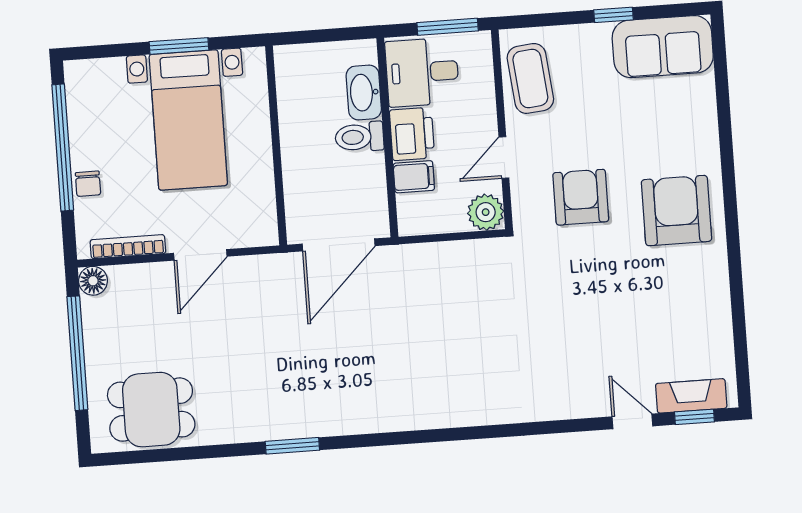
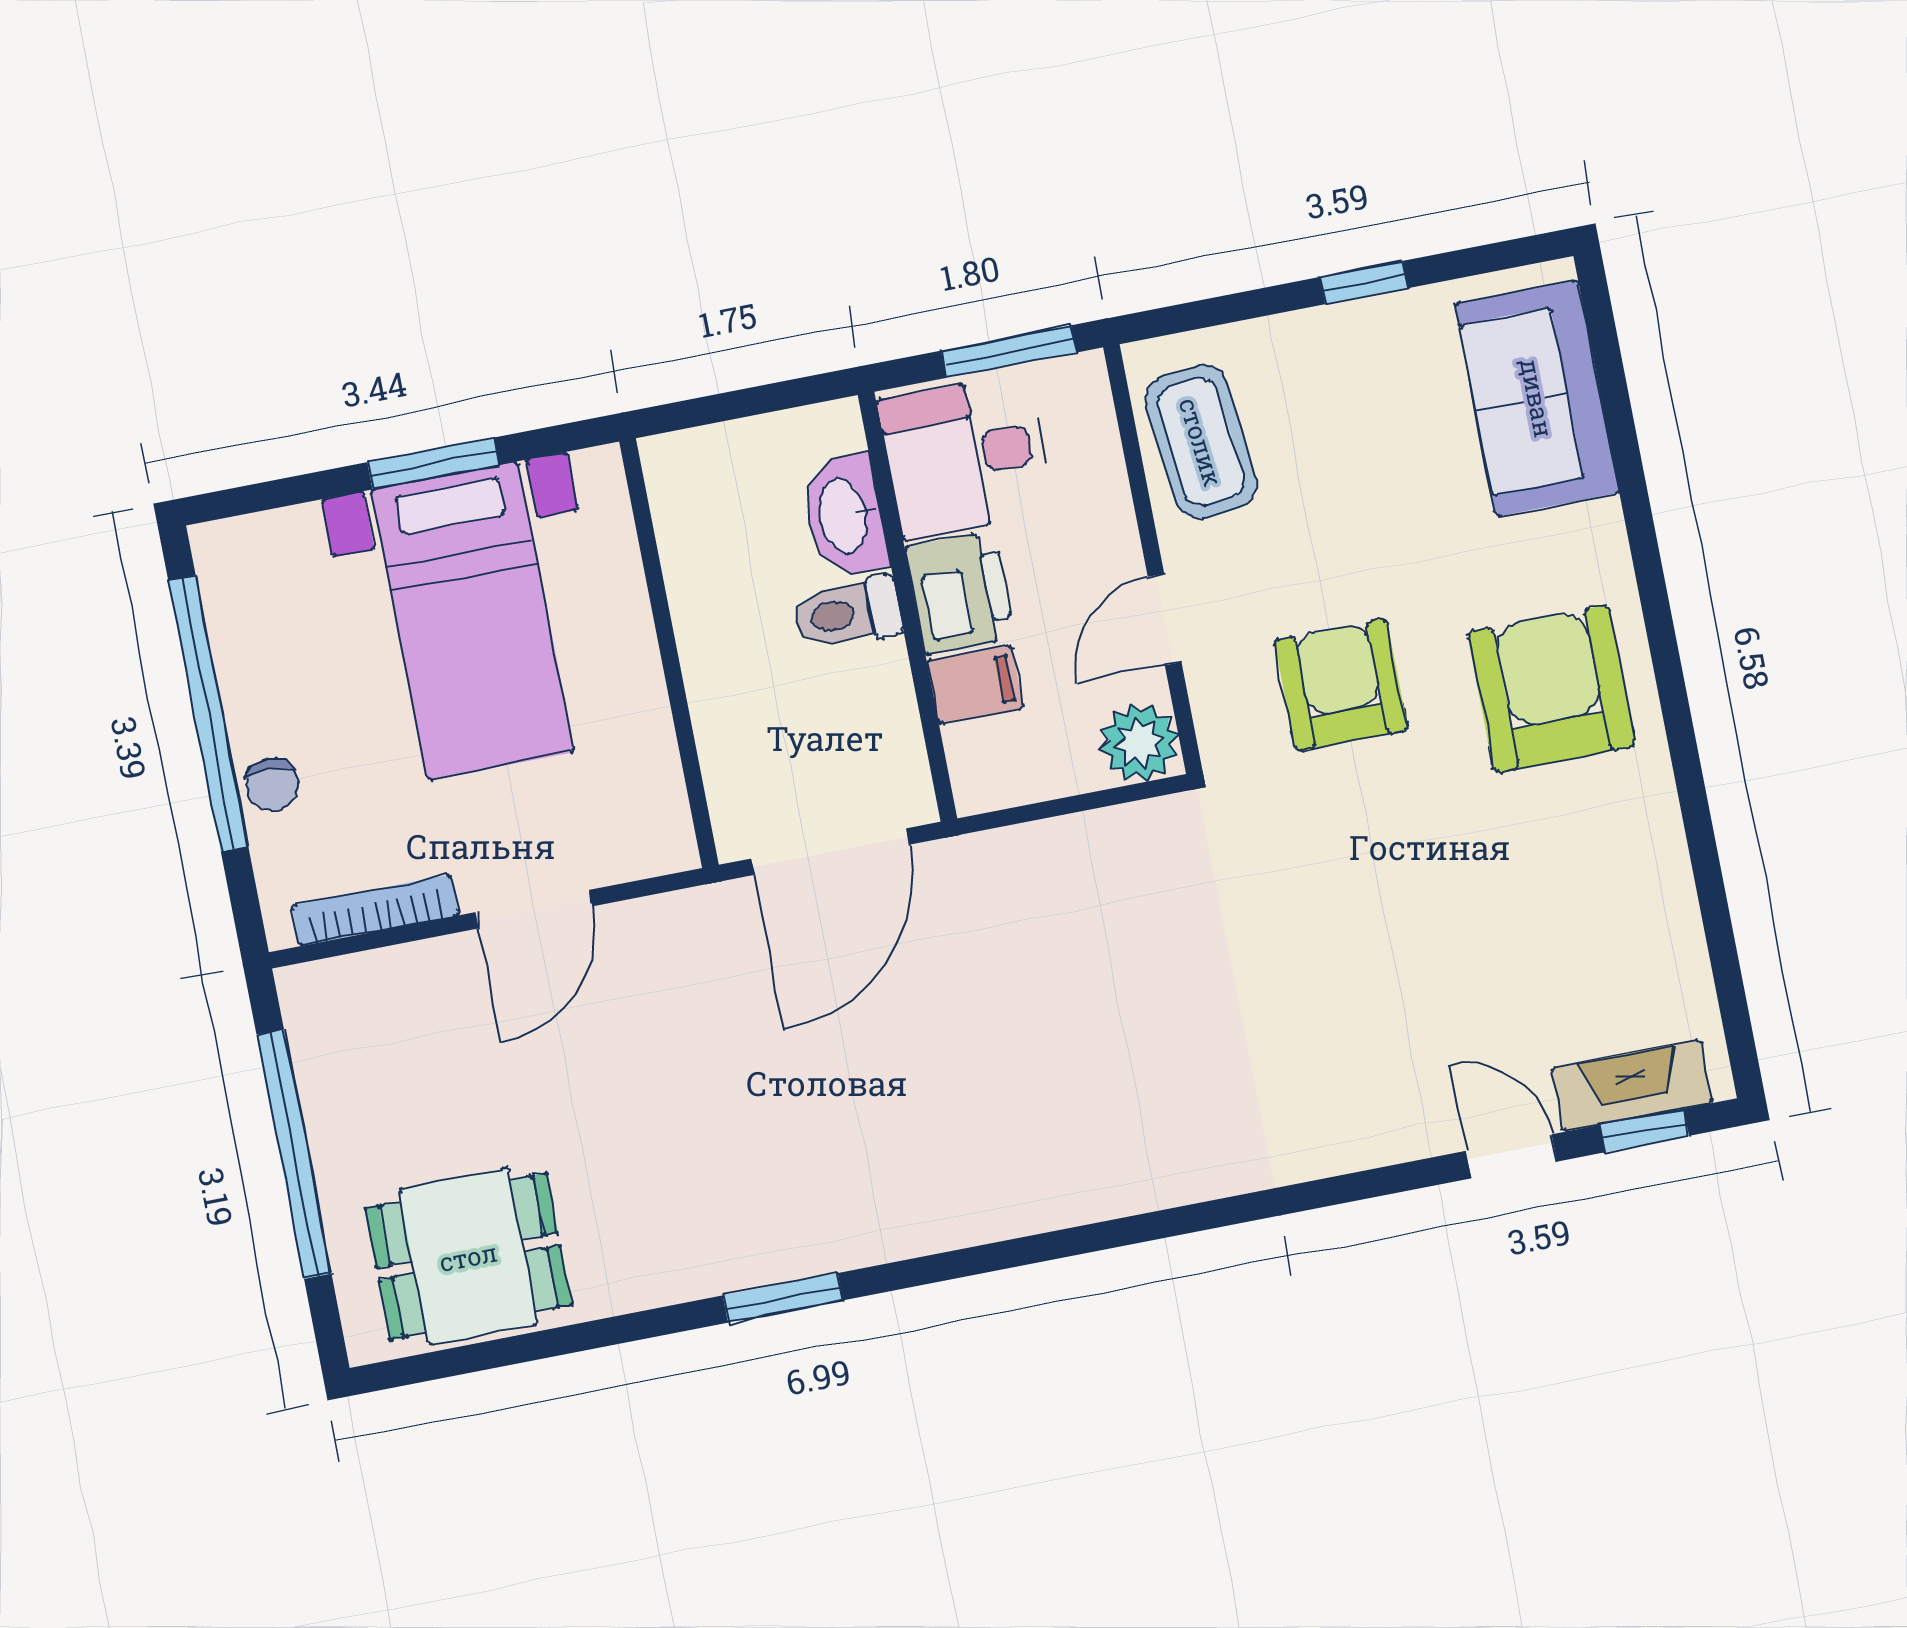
sofa: (663, 47) -> (1537, 398), moved, turned 90
floor lamp: (93, 281) -> (309, 993), removed

